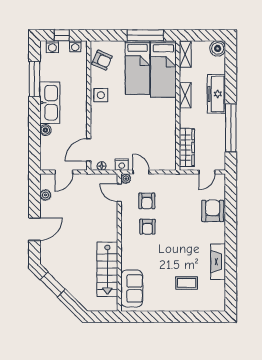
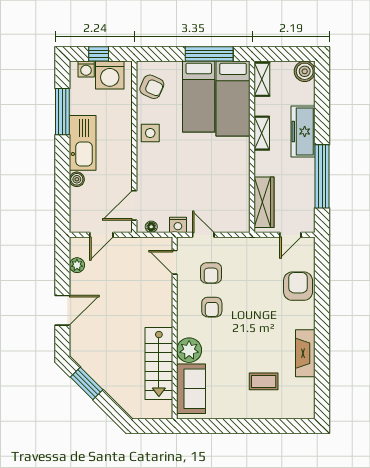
washing machine: (75, 46) -> (110, 75), width x1.89, depth x1.89
plant: (126, 179) -> (189, 350), moved, width x1.88, depth x1.88

